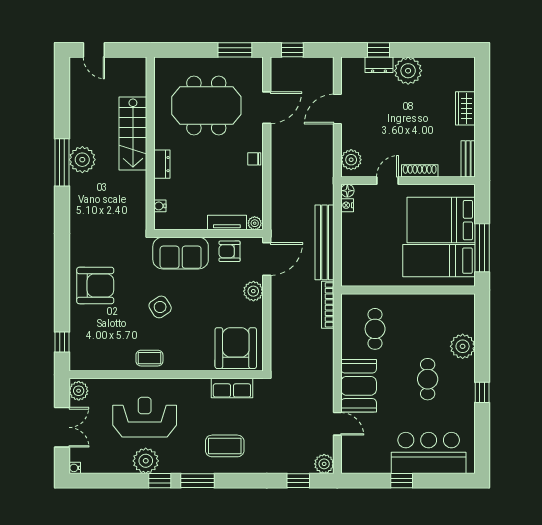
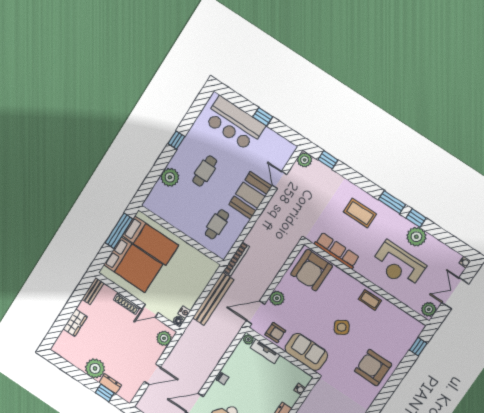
row of seats: (232, 388) -> (337, 251), width x1.48

